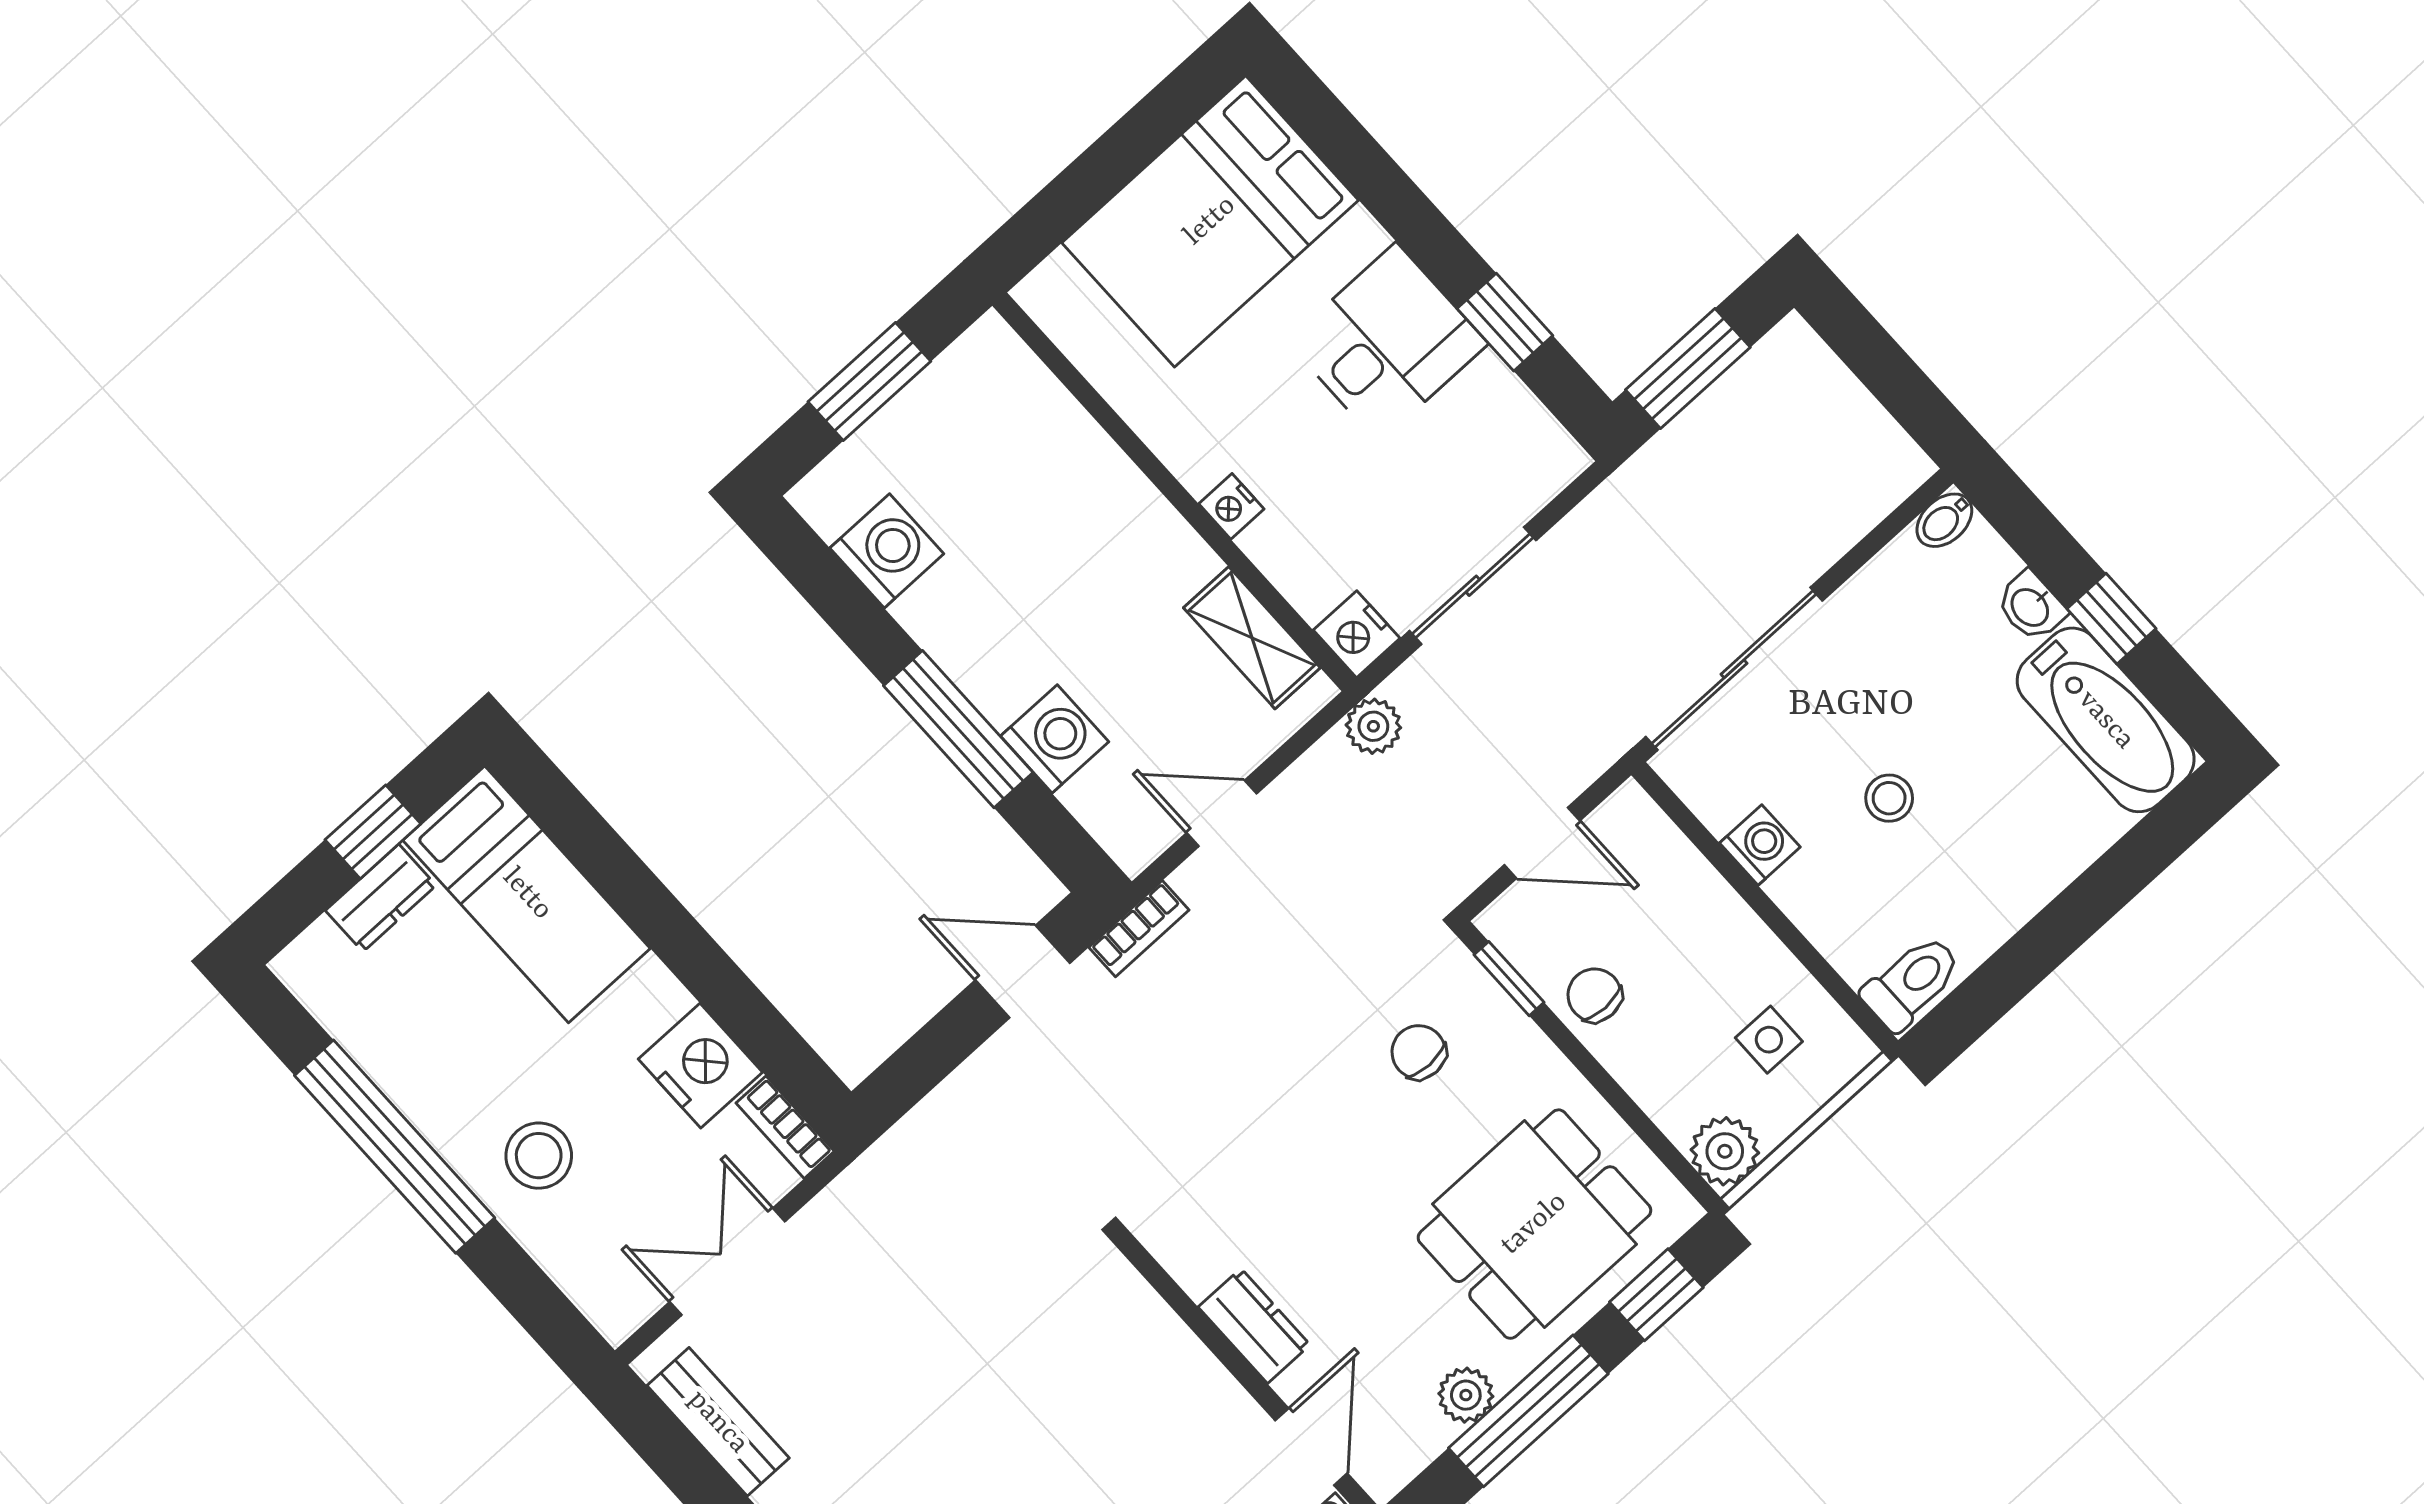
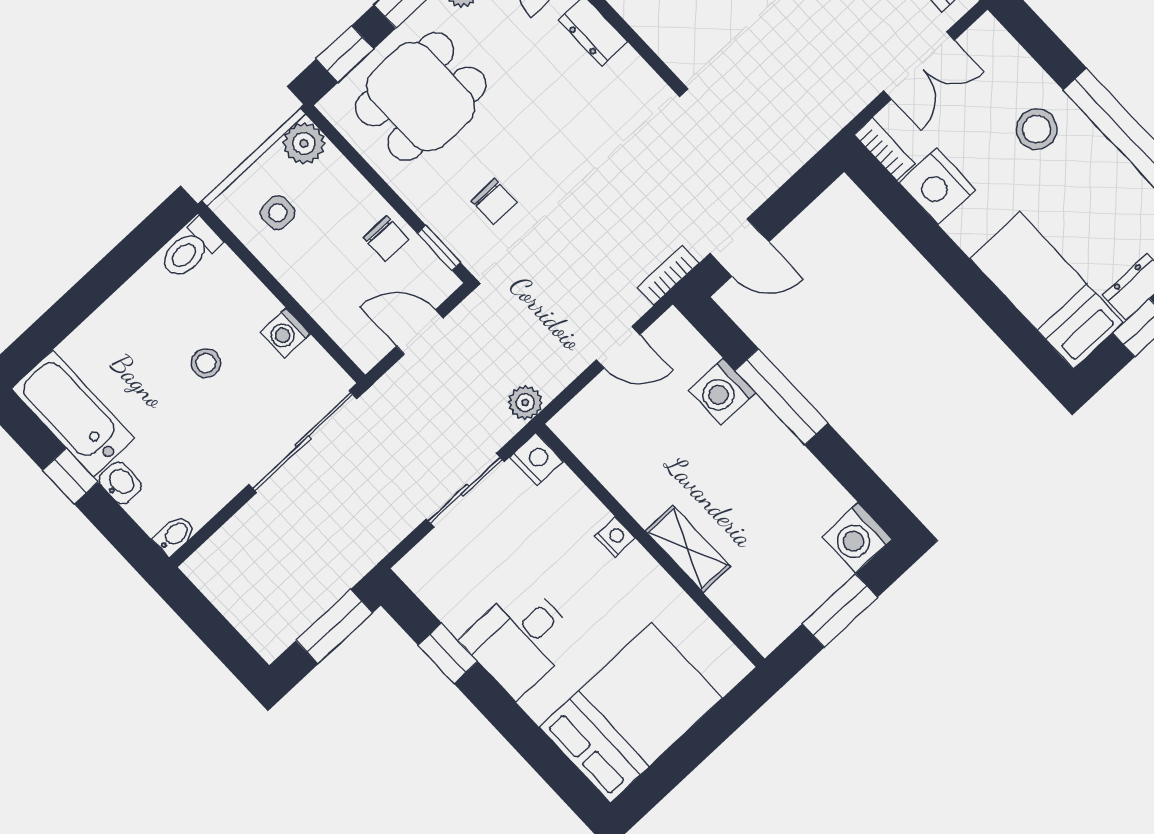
washing machine: (887, 551) -> (857, 538), moved
shelving: (1252, 638) -> (688, 549), moved

